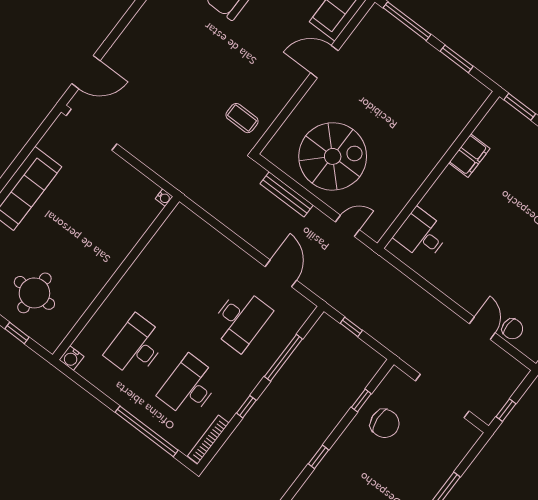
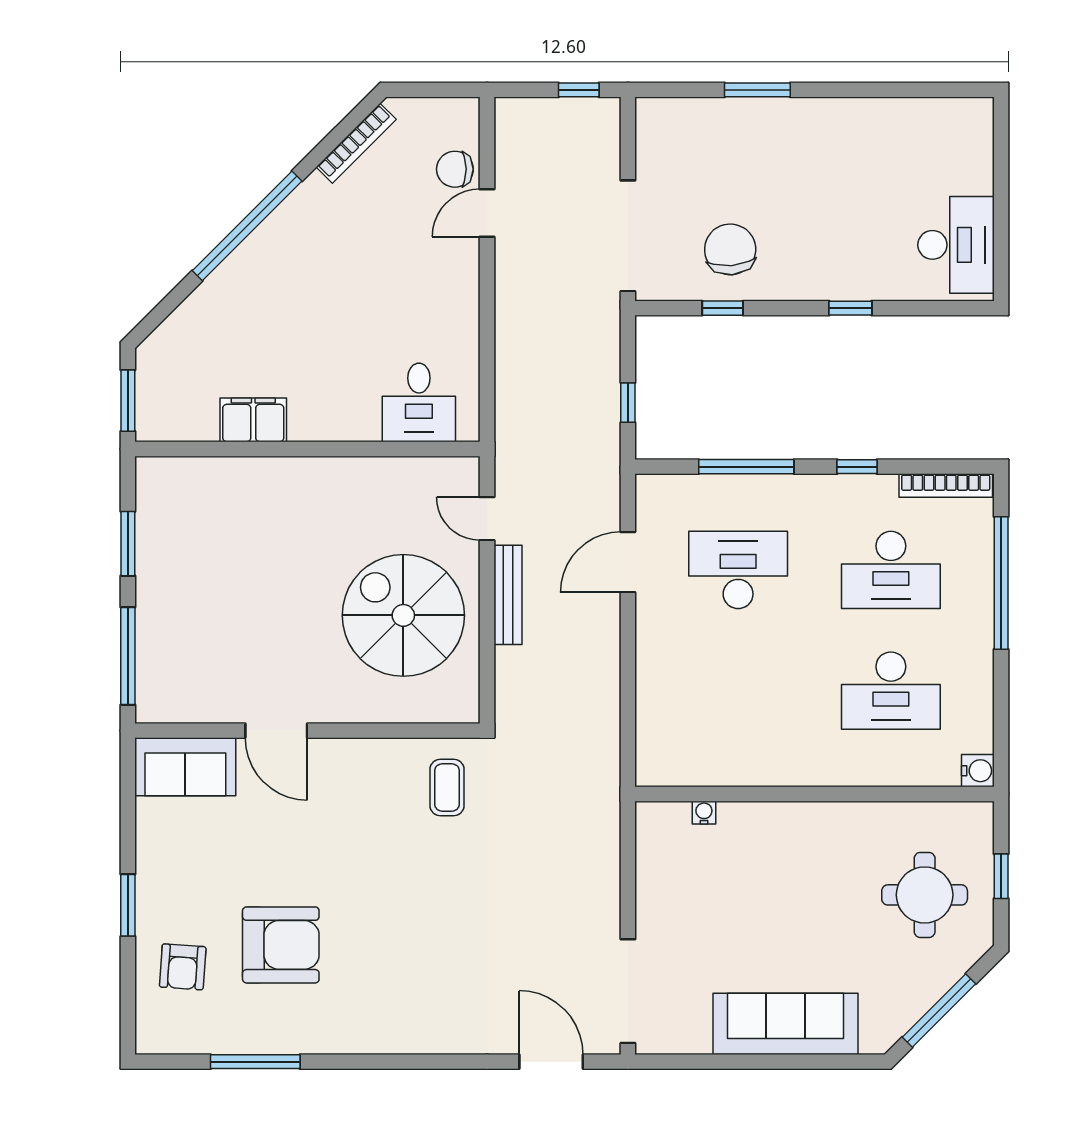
bench: (287, 194) -> (508, 595), moved
water cooler: (164, 198) -> (704, 813), moved
chair: (512, 329) -> (455, 169), turned -90
doorway: (442, 396) -> (628, 236), moved

